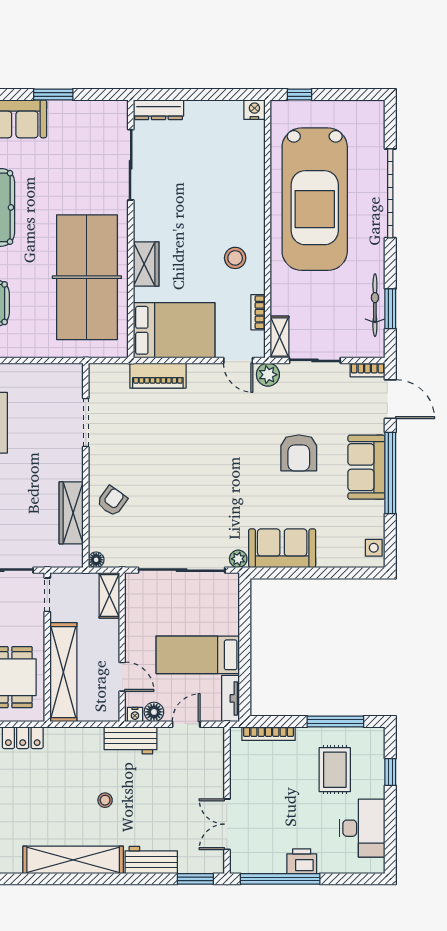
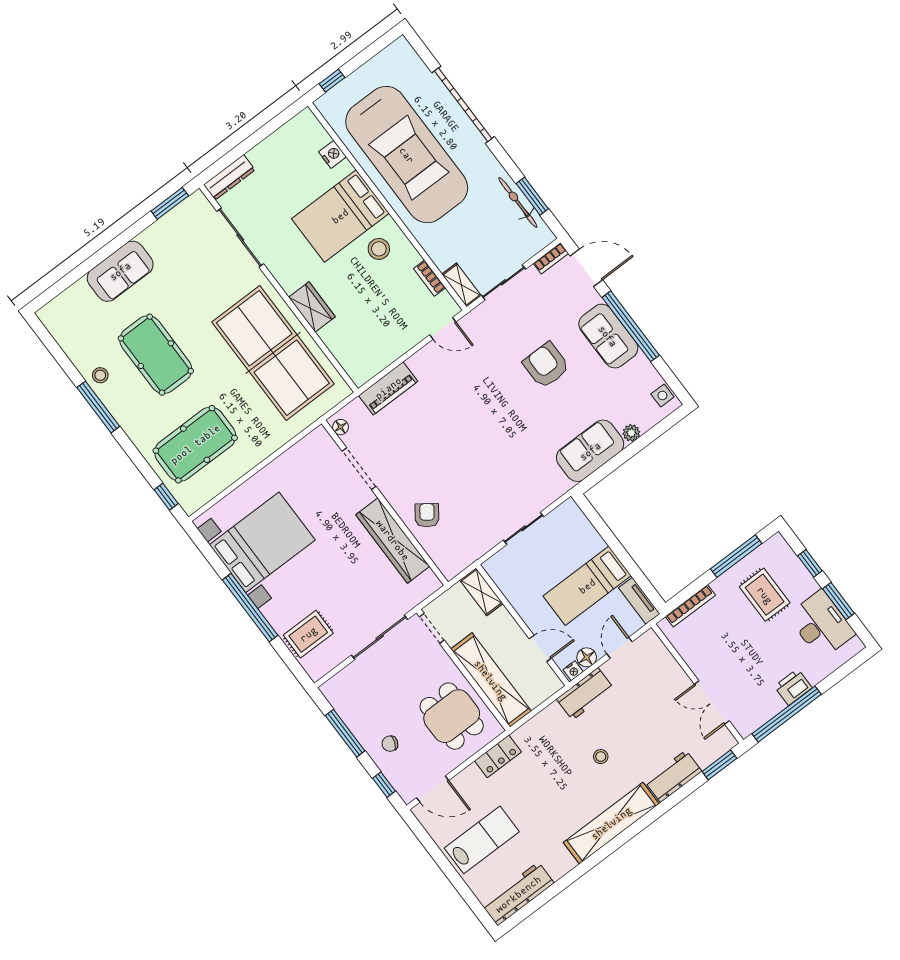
window: (53, 95) -> (170, 203), moved
nightstand: (254, 110) -> (332, 154), moved, turned 90
bed: (174, 330) -> (340, 216), moved, turned 180
plant: (268, 375) -> (475, 322), removed
armchair: (299, 453) -> (546, 365), turned 180
wardrobe: (71, 513) -> (393, 540), width x1.40, depth x1.17
plant: (238, 559) -> (631, 433), moved
floor lamp: (96, 560) -> (340, 427), moved
sliding door: (182, 570) -> (524, 528), width x0.54
window: (390, 820) -> (838, 601), added

